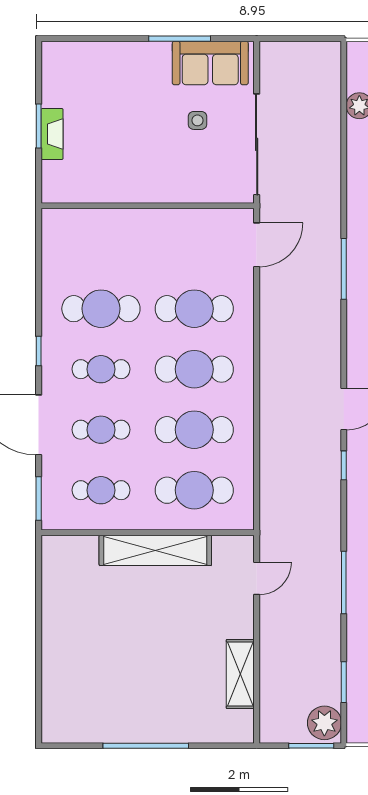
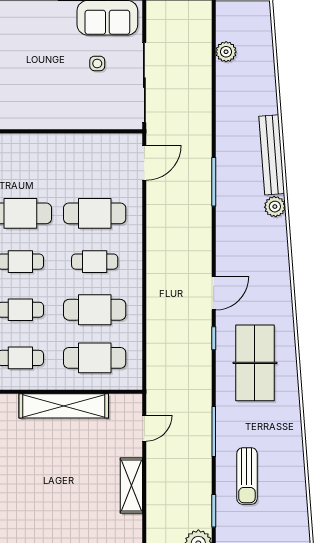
cafe table: (194, 369) -> (95, 262), width x0.73, depth x0.74
shelving: (240, 674) -> (131, 486), moved

